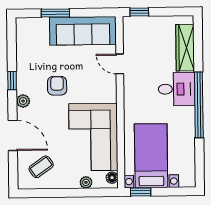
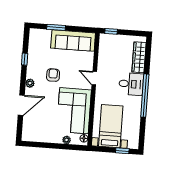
door: (120, 64) -> (94, 78), moved
window: (12, 81) -> (25, 59), moved
door: (13, 135) -> (21, 105), hinge flipped
coffee table: (41, 167) -> (38, 127), removed
window: (141, 192) -> (122, 151), moved

